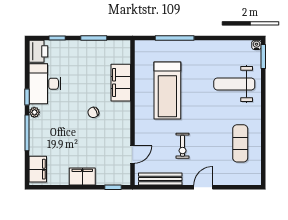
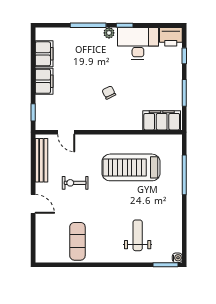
filing cabinet: (121, 83) -> (162, 120), moved
weight bench: (234, 84) -> (138, 235), width x0.73, depth x0.75
exercise mat: (240, 143) -> (77, 241), turned 90
filing cabinet: (38, 169) -> (44, 54), moved, turned -90

